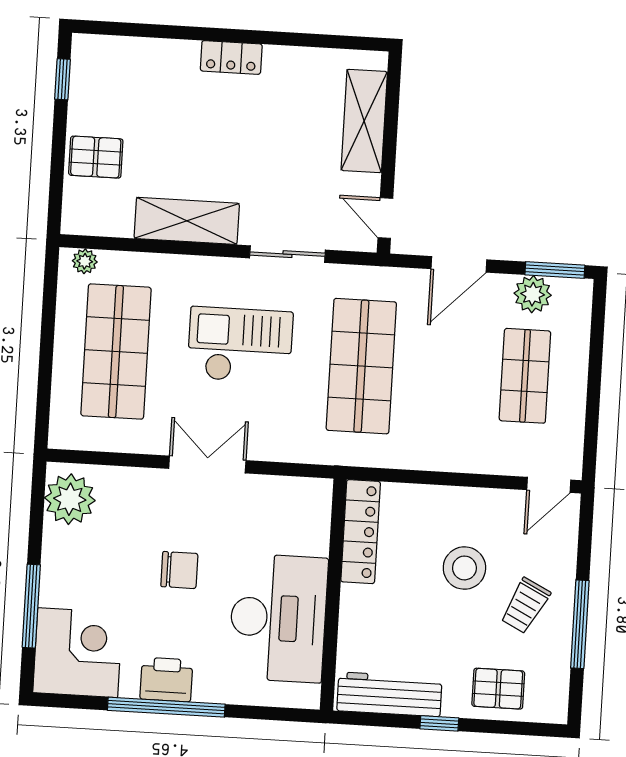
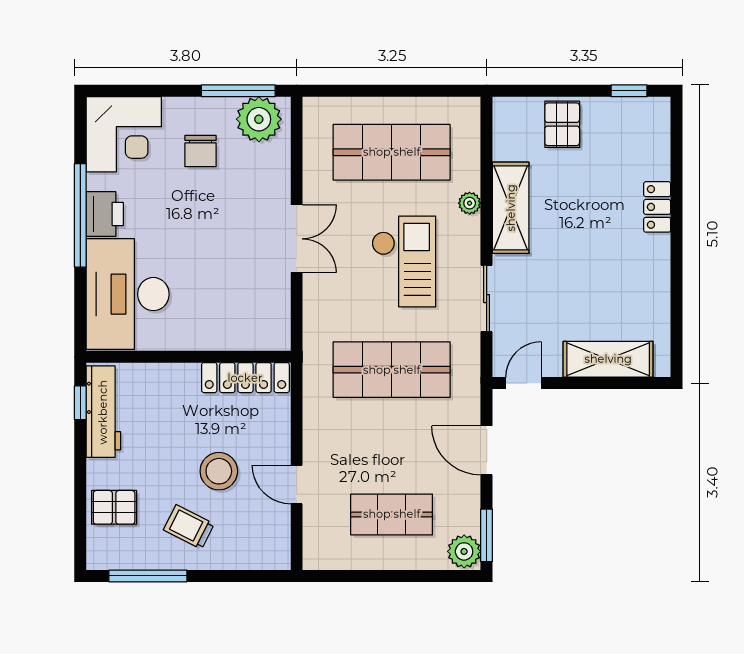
locker: (231, 57) -> (657, 207), moved
plant: (85, 261) -> (470, 203), moved
plant: (533, 294) -> (464, 551), moved
door: (549, 485) -> (297, 484), moved
chair: (179, 570) -> (201, 151), moved
window: (31, 606) -> (238, 91), moved
desk: (278, 618) -> (128, 294), moved, turned 90
window: (580, 624) -> (148, 576), moved
pallet: (498, 689) -> (114, 507), turned 90
window: (439, 723) -> (80, 403), moved

